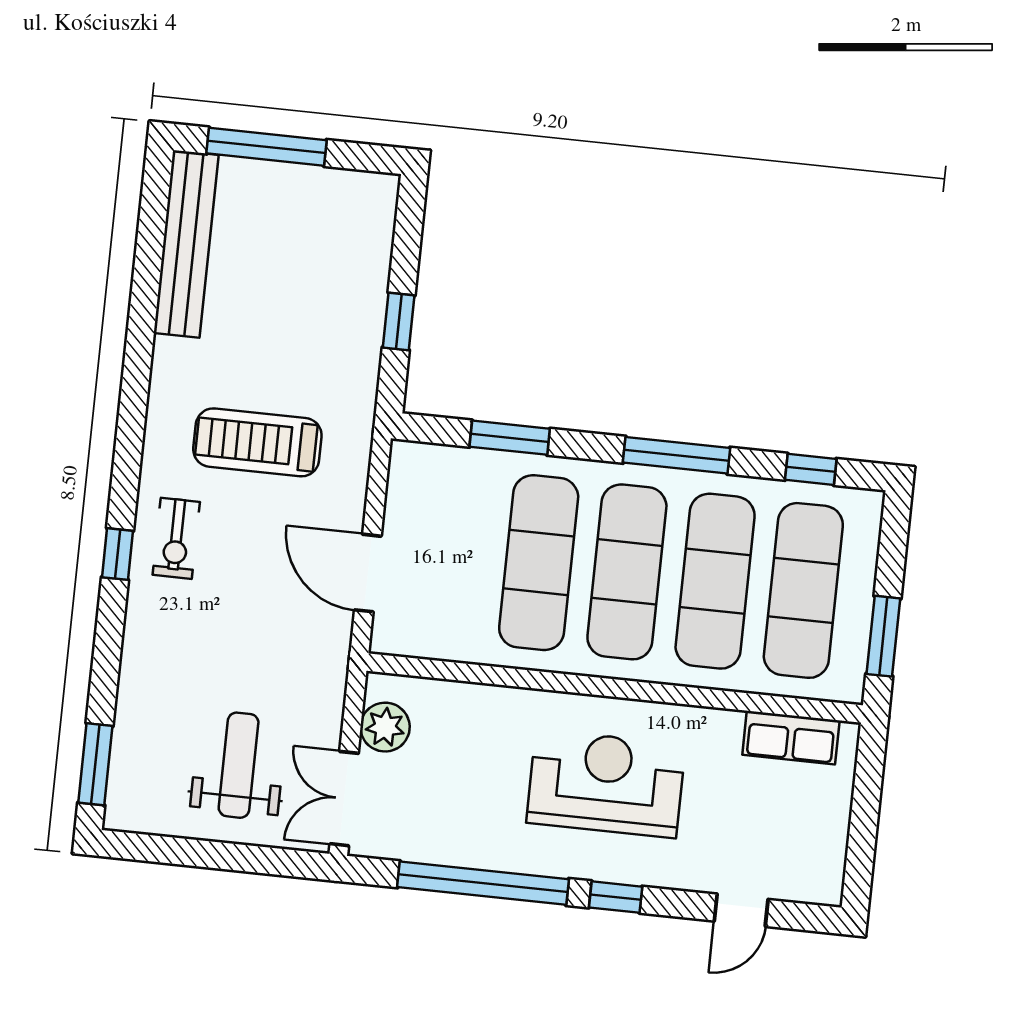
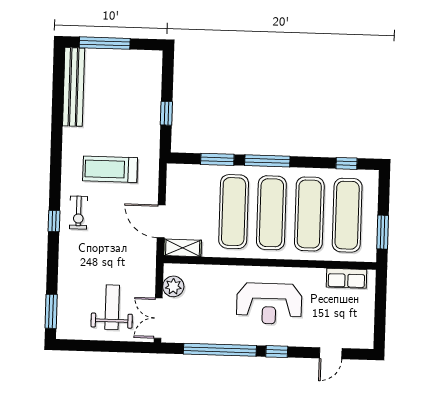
window: (676, 455) -> (267, 161), moved
shelving: (413, 639) -> (183, 248), added
reception desk: (606, 784) -> (269, 304), turned 180

